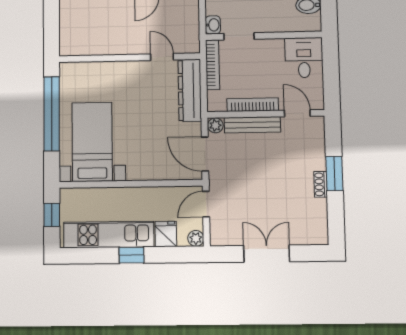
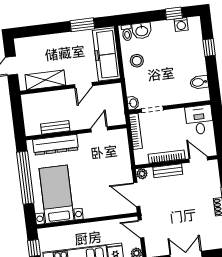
bench: (101, 48) -> (55, 127), added
door: (162, 57) -> (99, 129), hinge flipped
dresser: (190, 90) -> (56, 145), moved, turned -90
bench: (252, 125) -> (168, 171), width x0.73
door: (206, 204) -> (141, 229), hinge flipped

